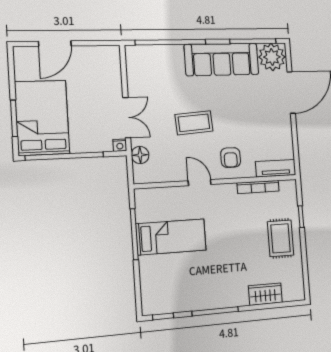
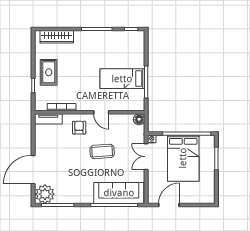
door: (55, 44) -> (169, 205), moved
sofa: (222, 59) -> (119, 193), moved
bed: (42, 118) -> (183, 158), moved
floor lamp: (140, 155) -> (139, 119), moved
wardrobe: (265, 294) -> (57, 37), width x1.50

